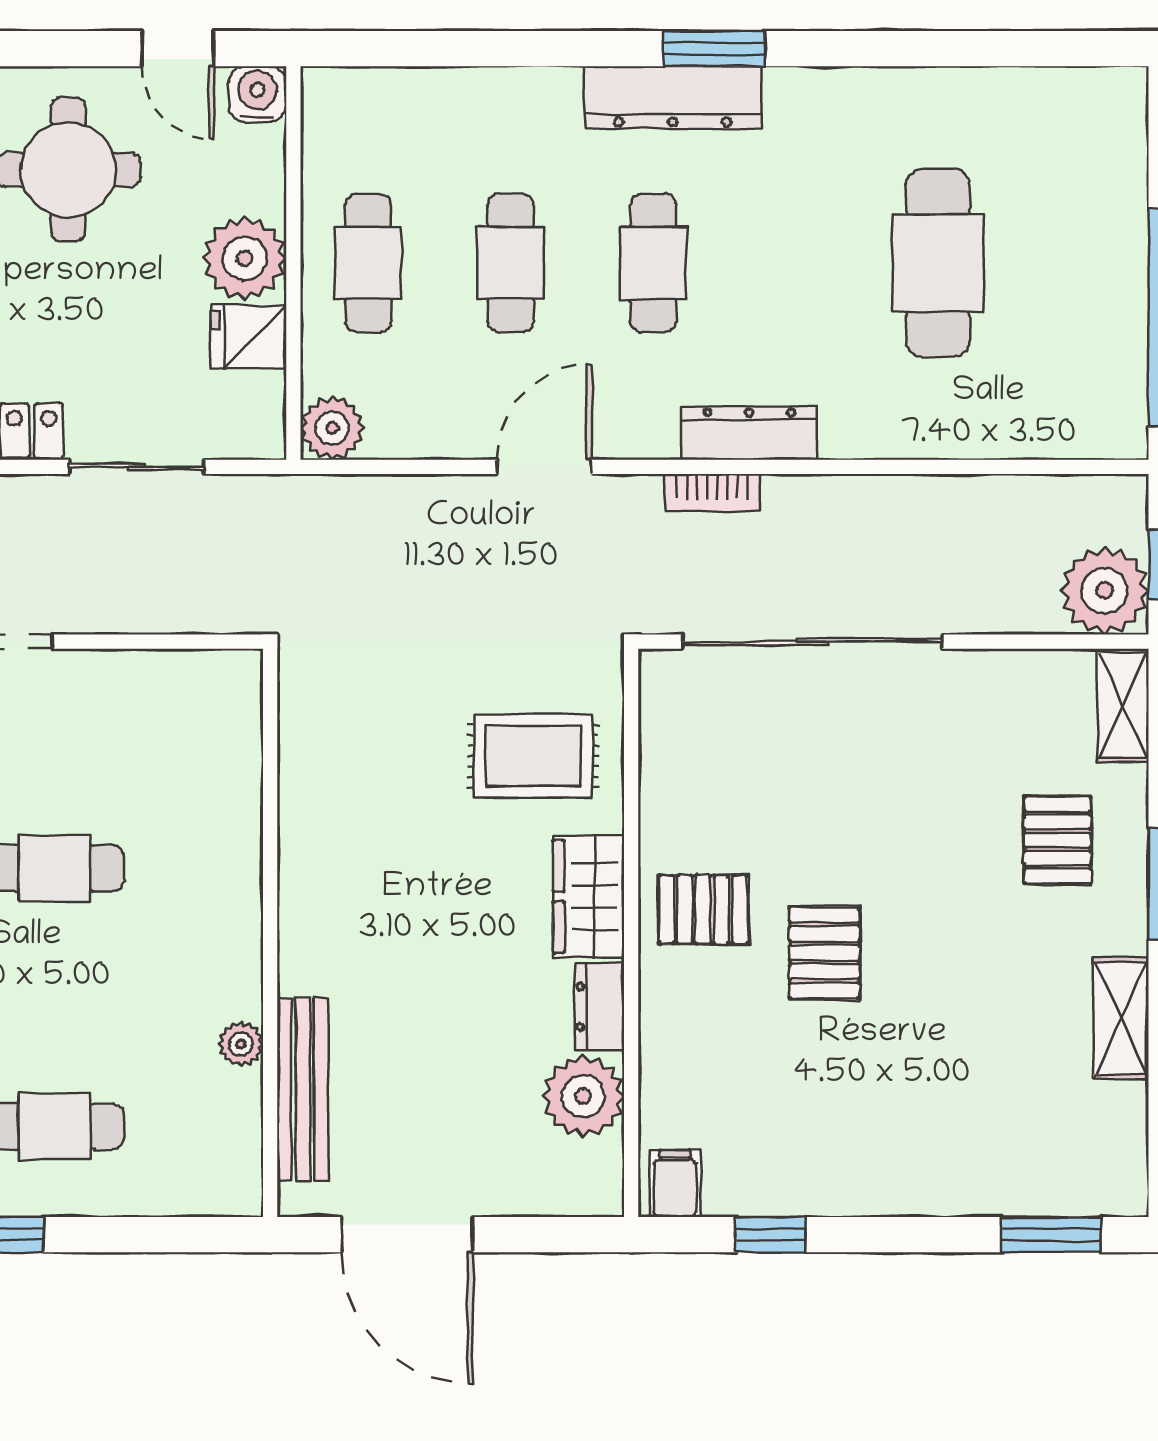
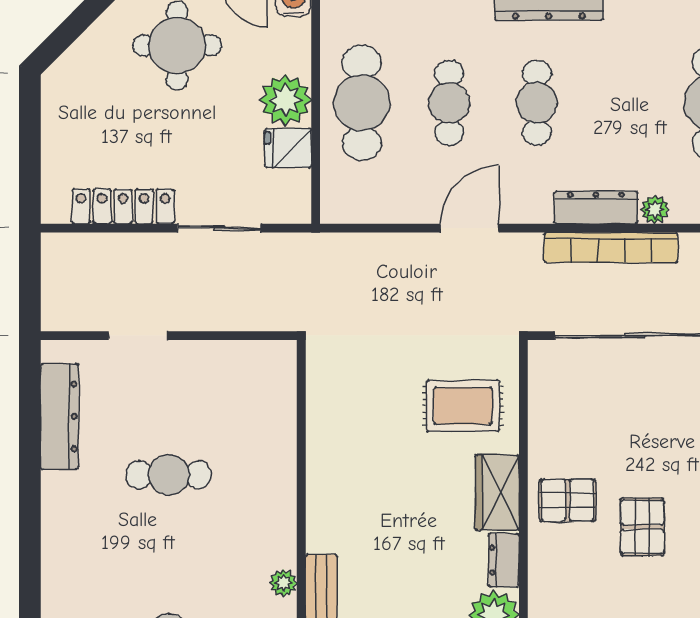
cafe table: (368, 263) -> (362, 103), width x1.37, depth x1.35
plant: (332, 428) -> (655, 210), moved, width x0.73, depth x0.73
bookcase: (712, 493) -> (611, 248), width x2.31, depth x1.31

